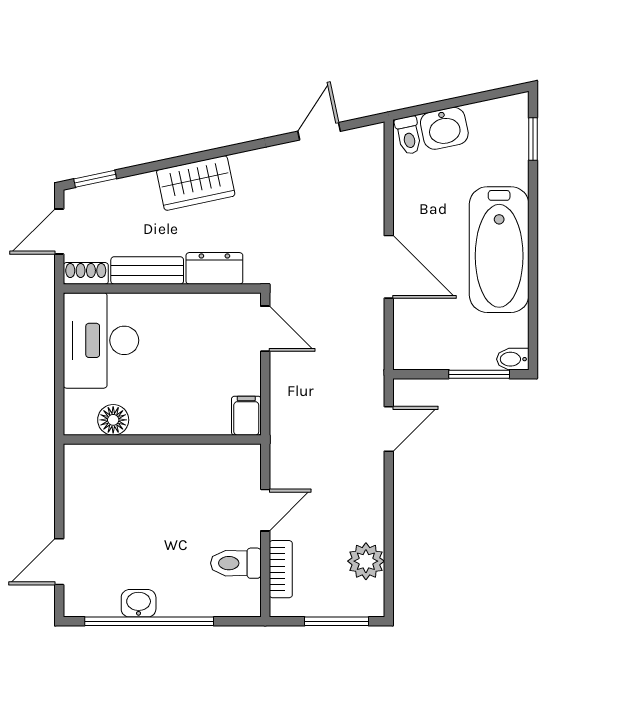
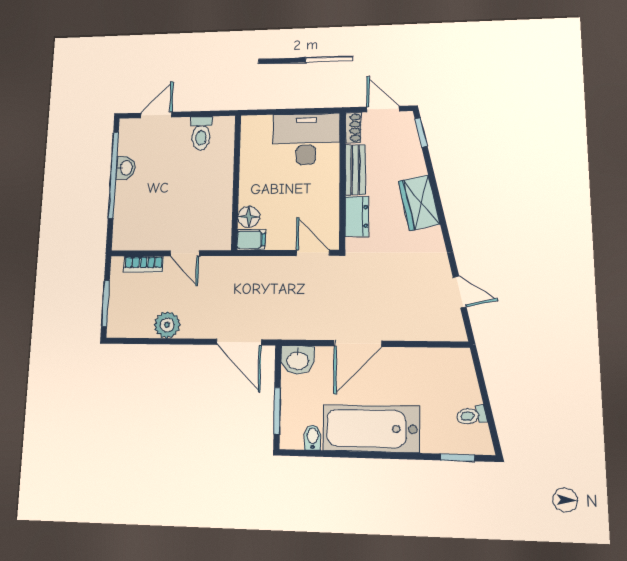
washbasin: (444, 128) -> (298, 360), moved, turned -78
toilet: (408, 135) -> (471, 416), moved
door: (265, 329) -> (313, 253), swing flipped
bidet: (513, 359) -> (313, 437), moved
floor lamp: (113, 420) -> (249, 217), moved
door: (389, 429) -> (239, 342), width x1.38
plant: (366, 561) -> (167, 325), moved
door: (59, 562) -> (156, 115), hinge flipped
toilet: (236, 563) -> (201, 133), moved, turned 180

